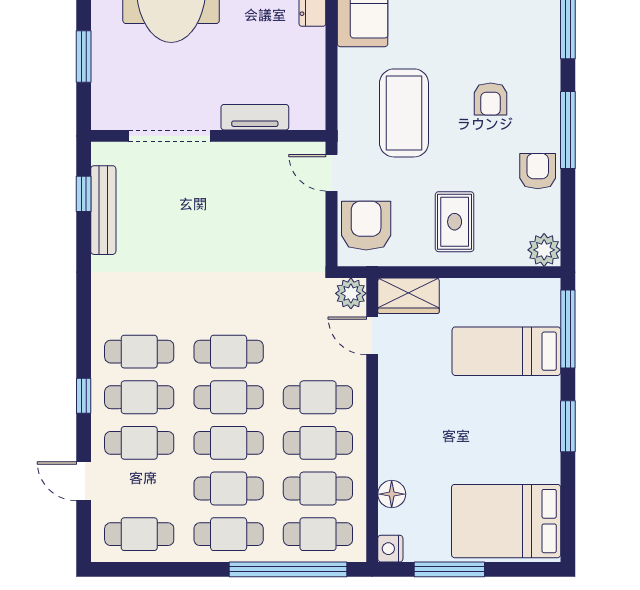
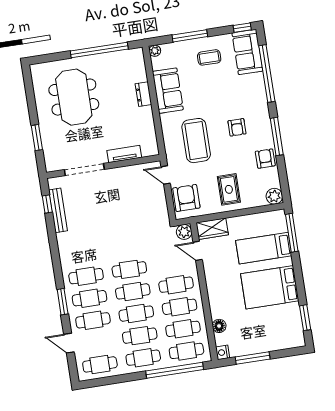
window: (84, 396) -> (63, 302), width x1.50
window: (568, 426) -> (305, 318), moved
bed: (506, 521) -> (270, 287), moved

